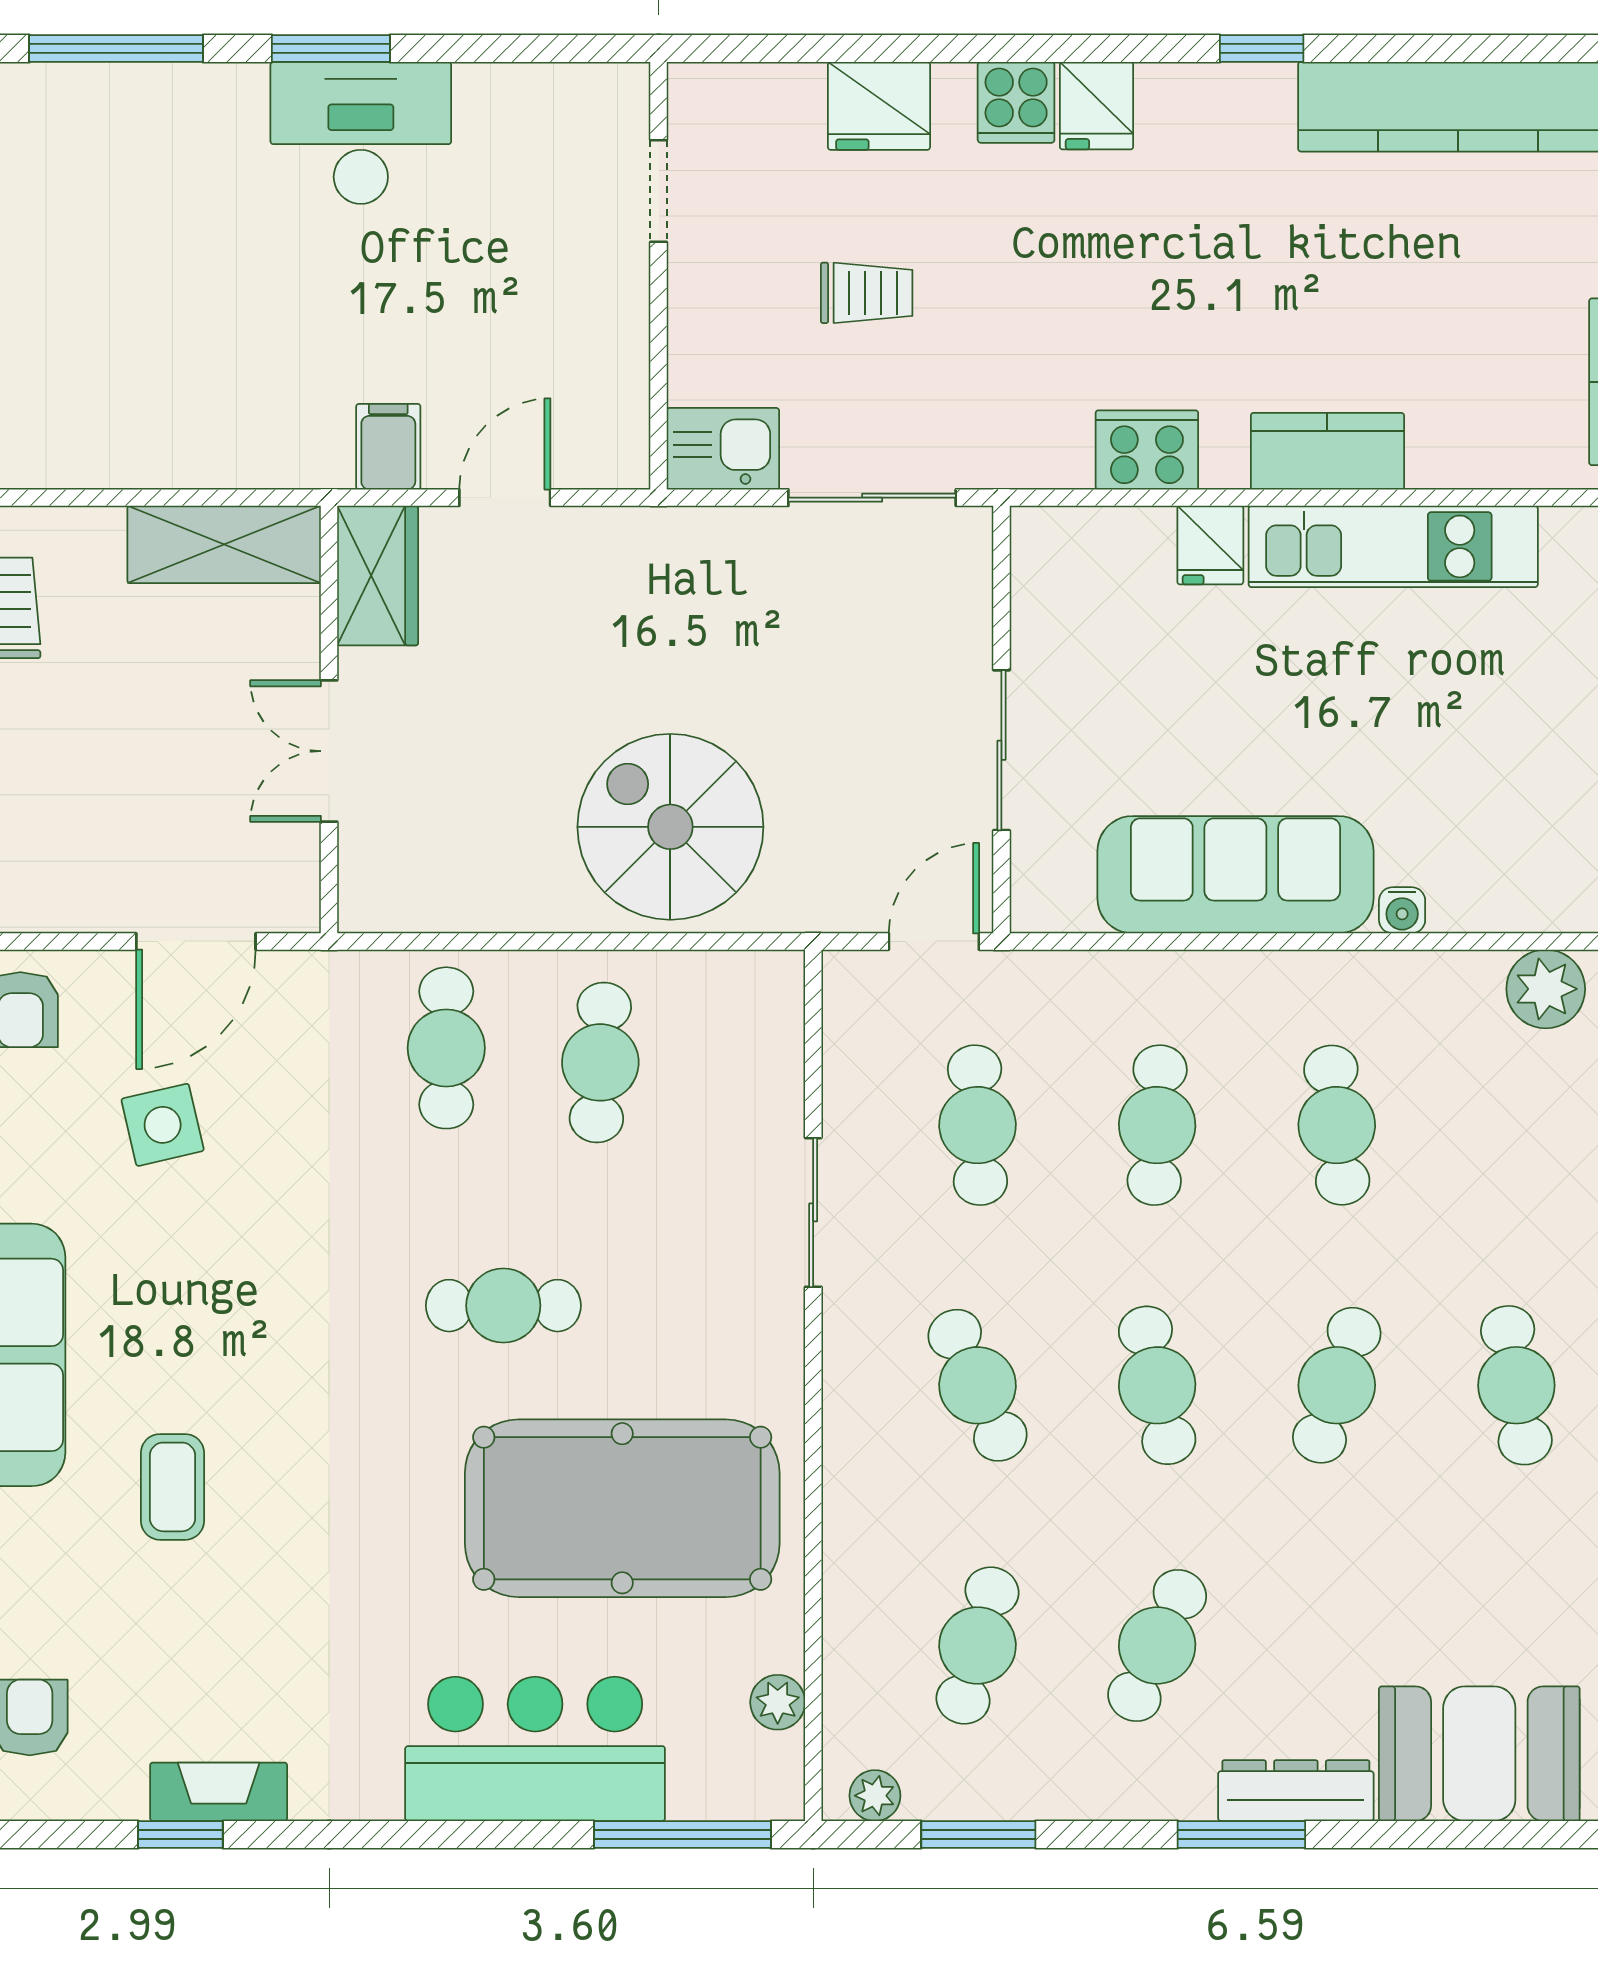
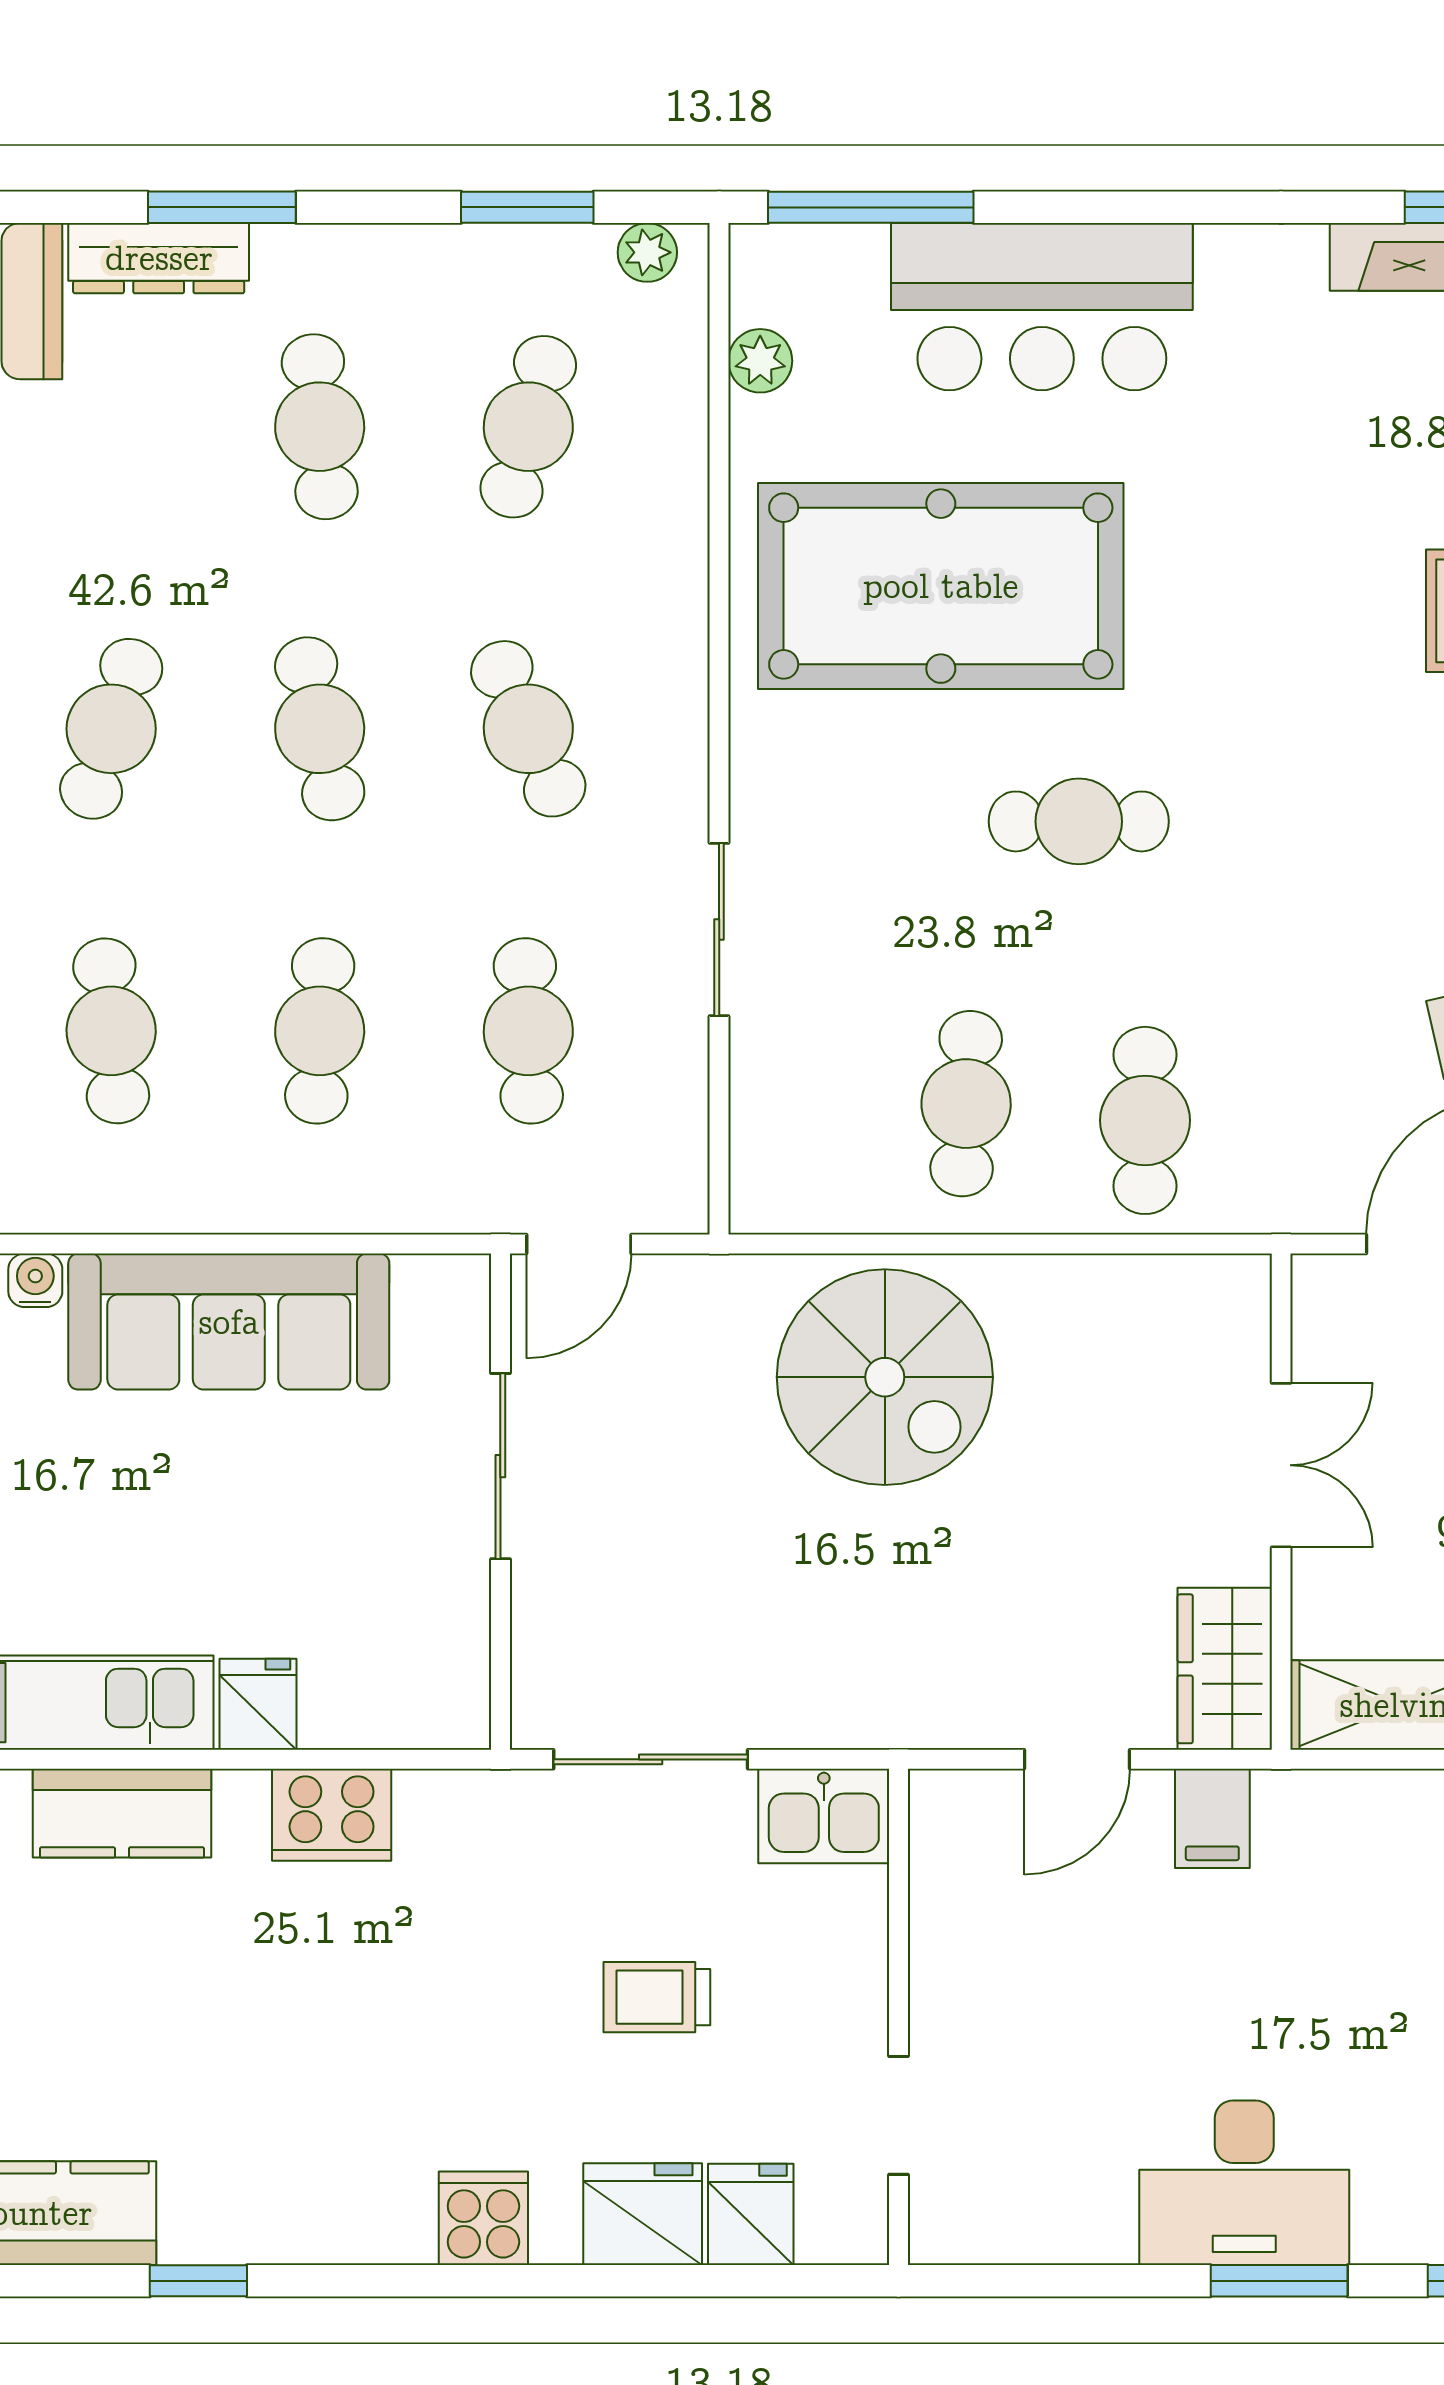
fridge: (1097, 106) -> (751, 2214), moved
cafe table: (1157, 1645) -> (320, 427), turned -30

